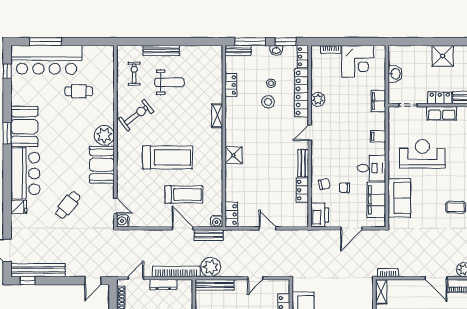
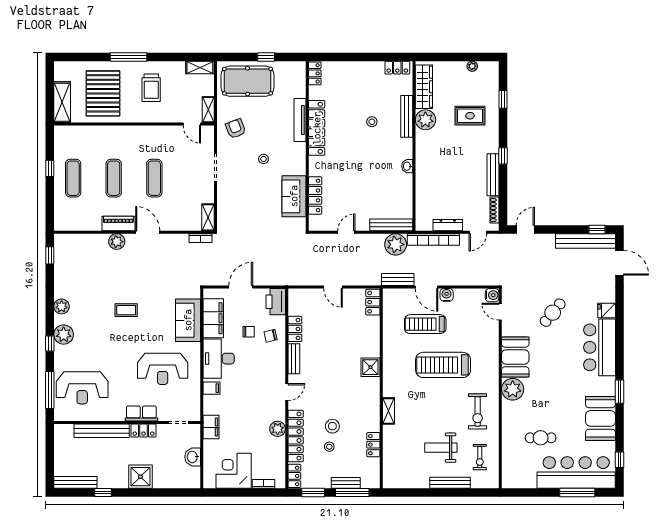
bench: (238, 50) -> (346, 483), moved
washbasin: (276, 50) -> (324, 483), removed
exercise bike: (136, 115) -> (478, 411), turned -53
booth: (24, 127) -> (601, 418), moved
desk: (372, 168) -> (219, 359), width x1.37
water cooler: (217, 221) -> (447, 295), moved

